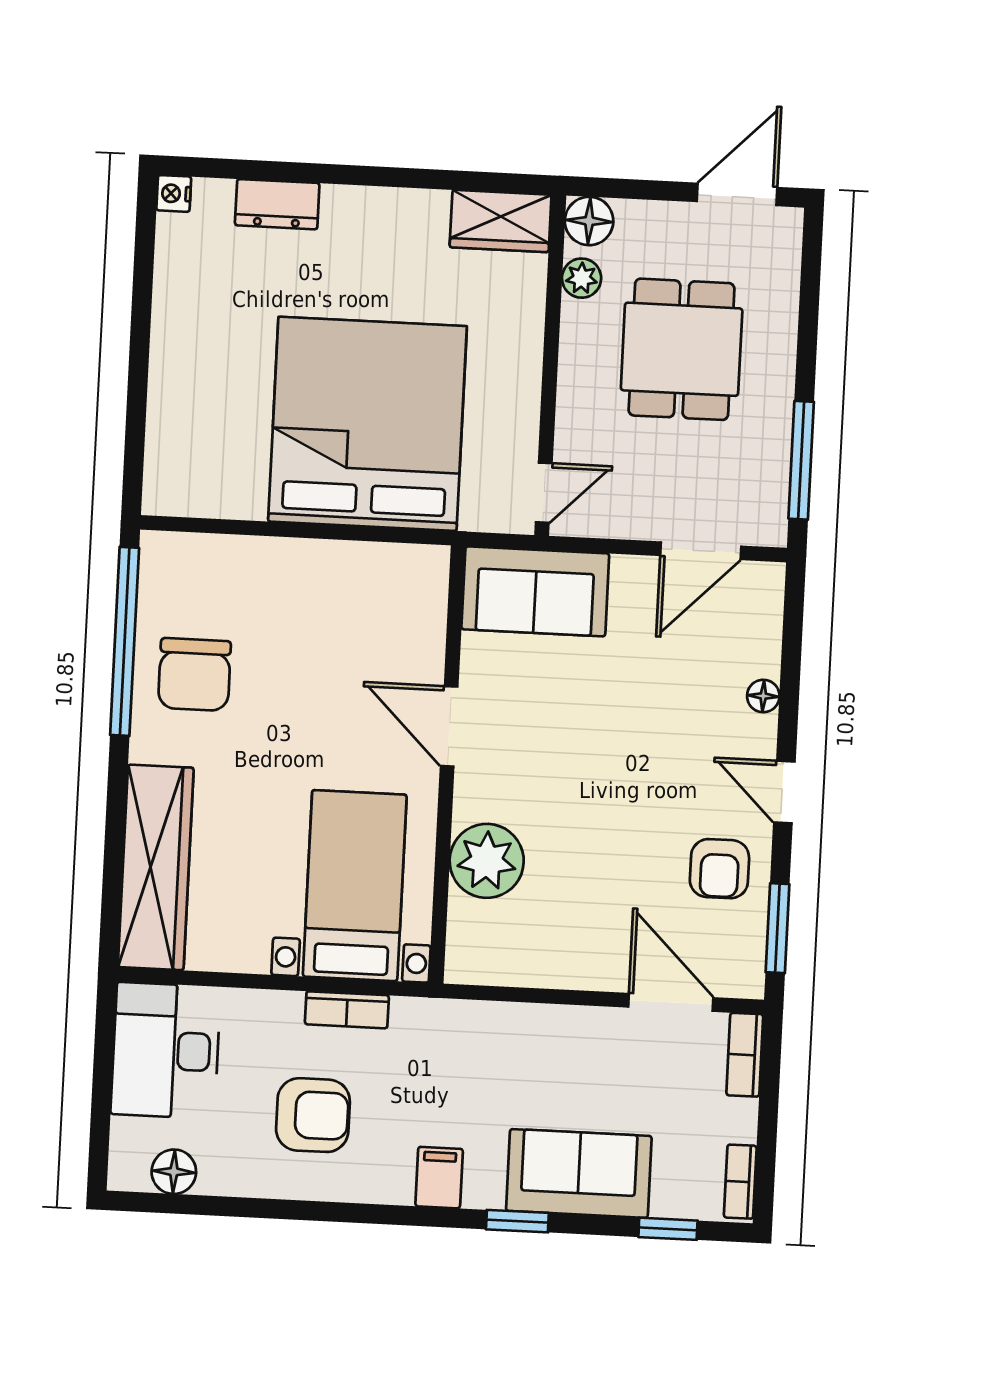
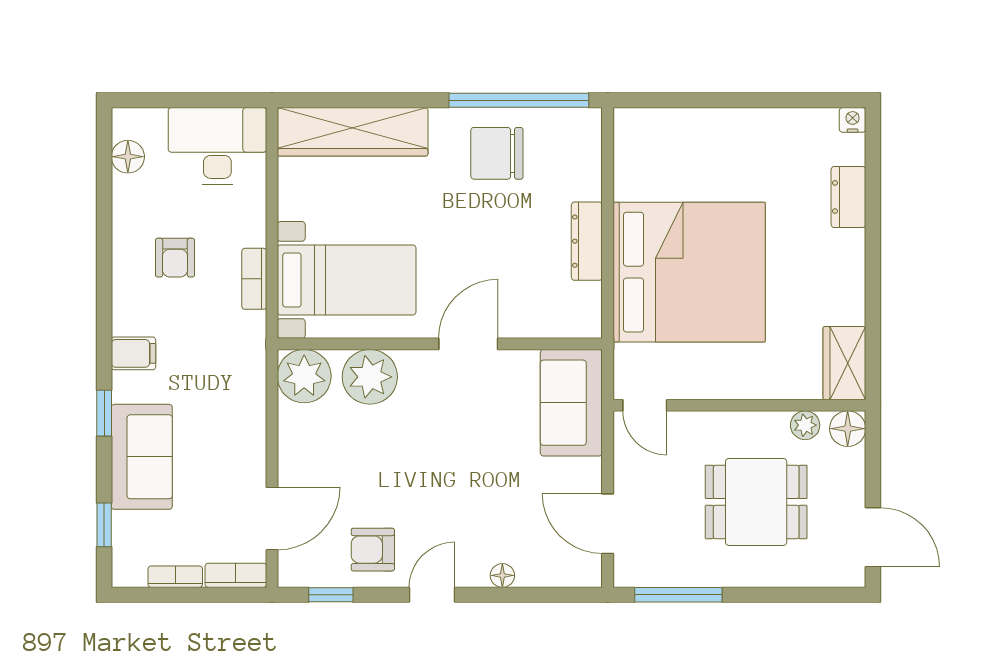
dresser: (319, 559) -> (587, 241), added
window: (777, 928) -> (331, 595), width x0.67
plant: (481, 949) -> (304, 376), added
armchair: (313, 1115) -> (175, 258), width x0.72, depth x0.72
bookcase: (740, 1182) -> (175, 577), moved

